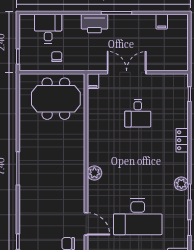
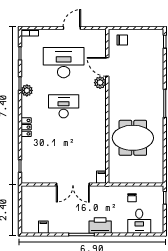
meeting table: (56, 99) -> (133, 138), moved
desk: (138, 113) -> (64, 106), moved, width x1.37
plant: (94, 173) -> (100, 83), moved
door: (86, 224) -> (107, 67), moved

